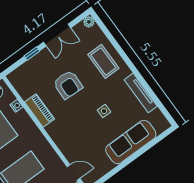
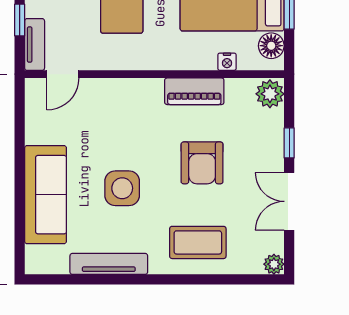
plant: (17, 77) -> (270, 94), added
armchair: (68, 85) -> (202, 163), turned -92
side table: (104, 111) -> (122, 188), width x1.87, depth x1.87

